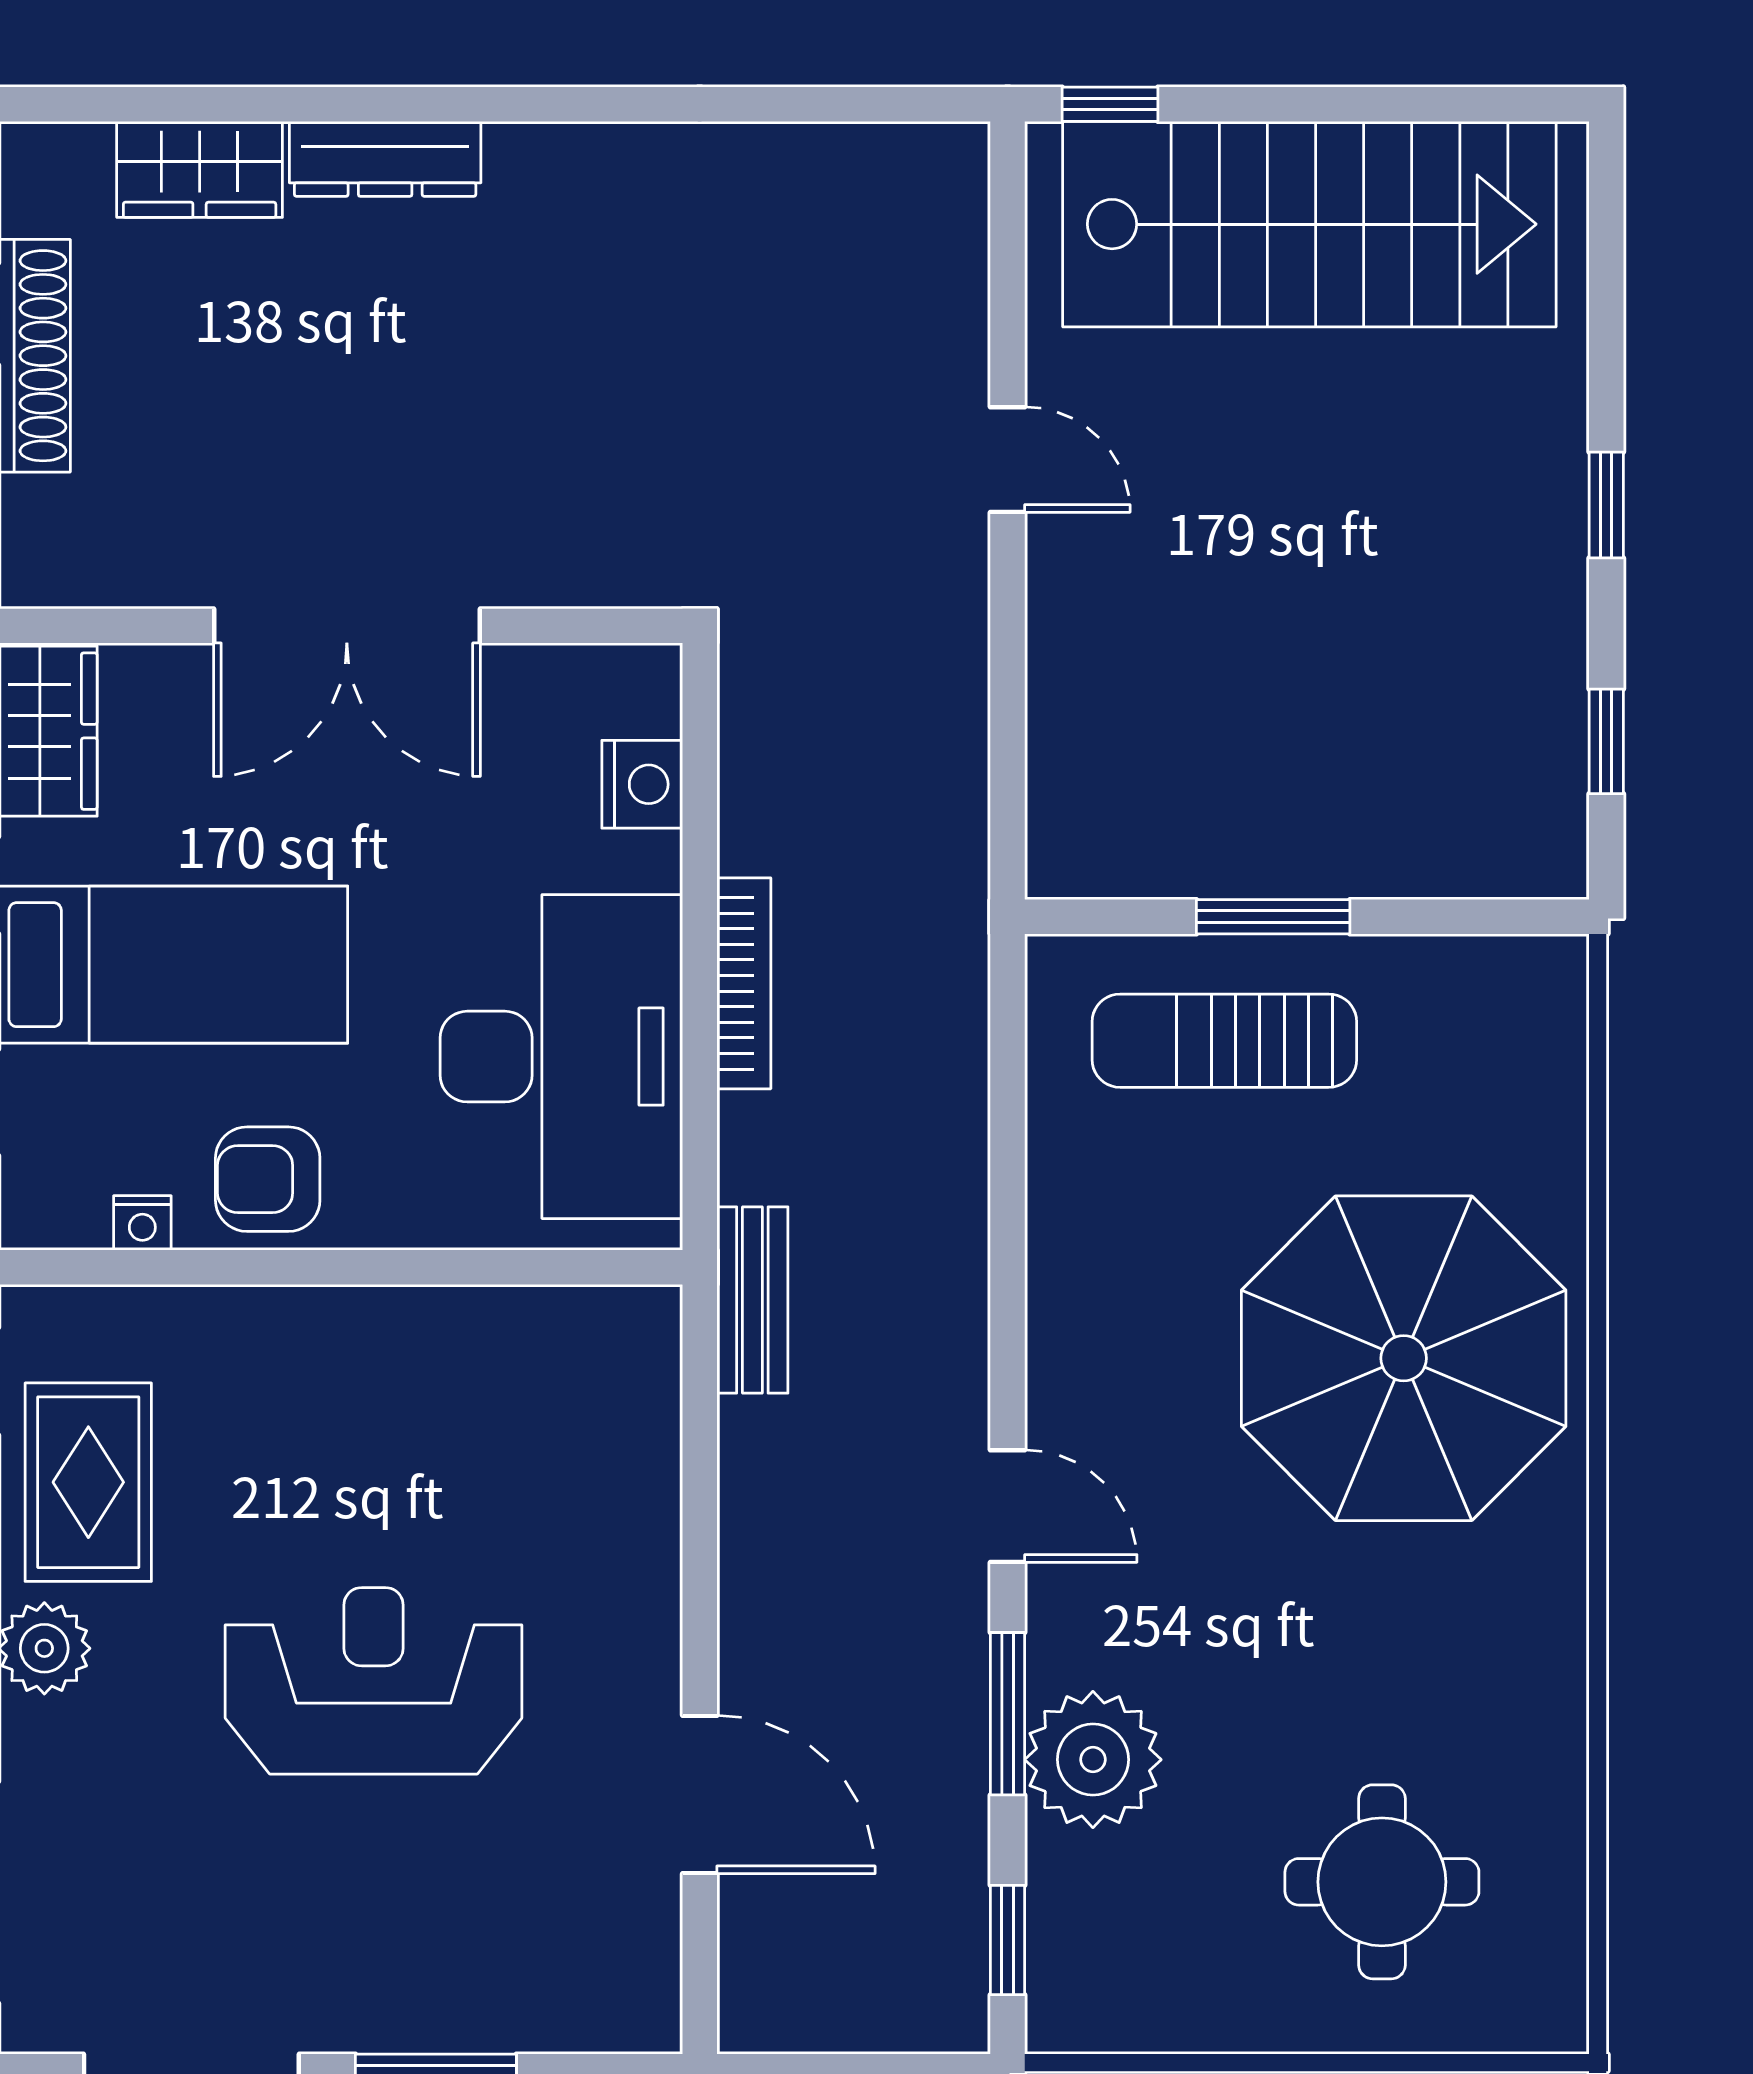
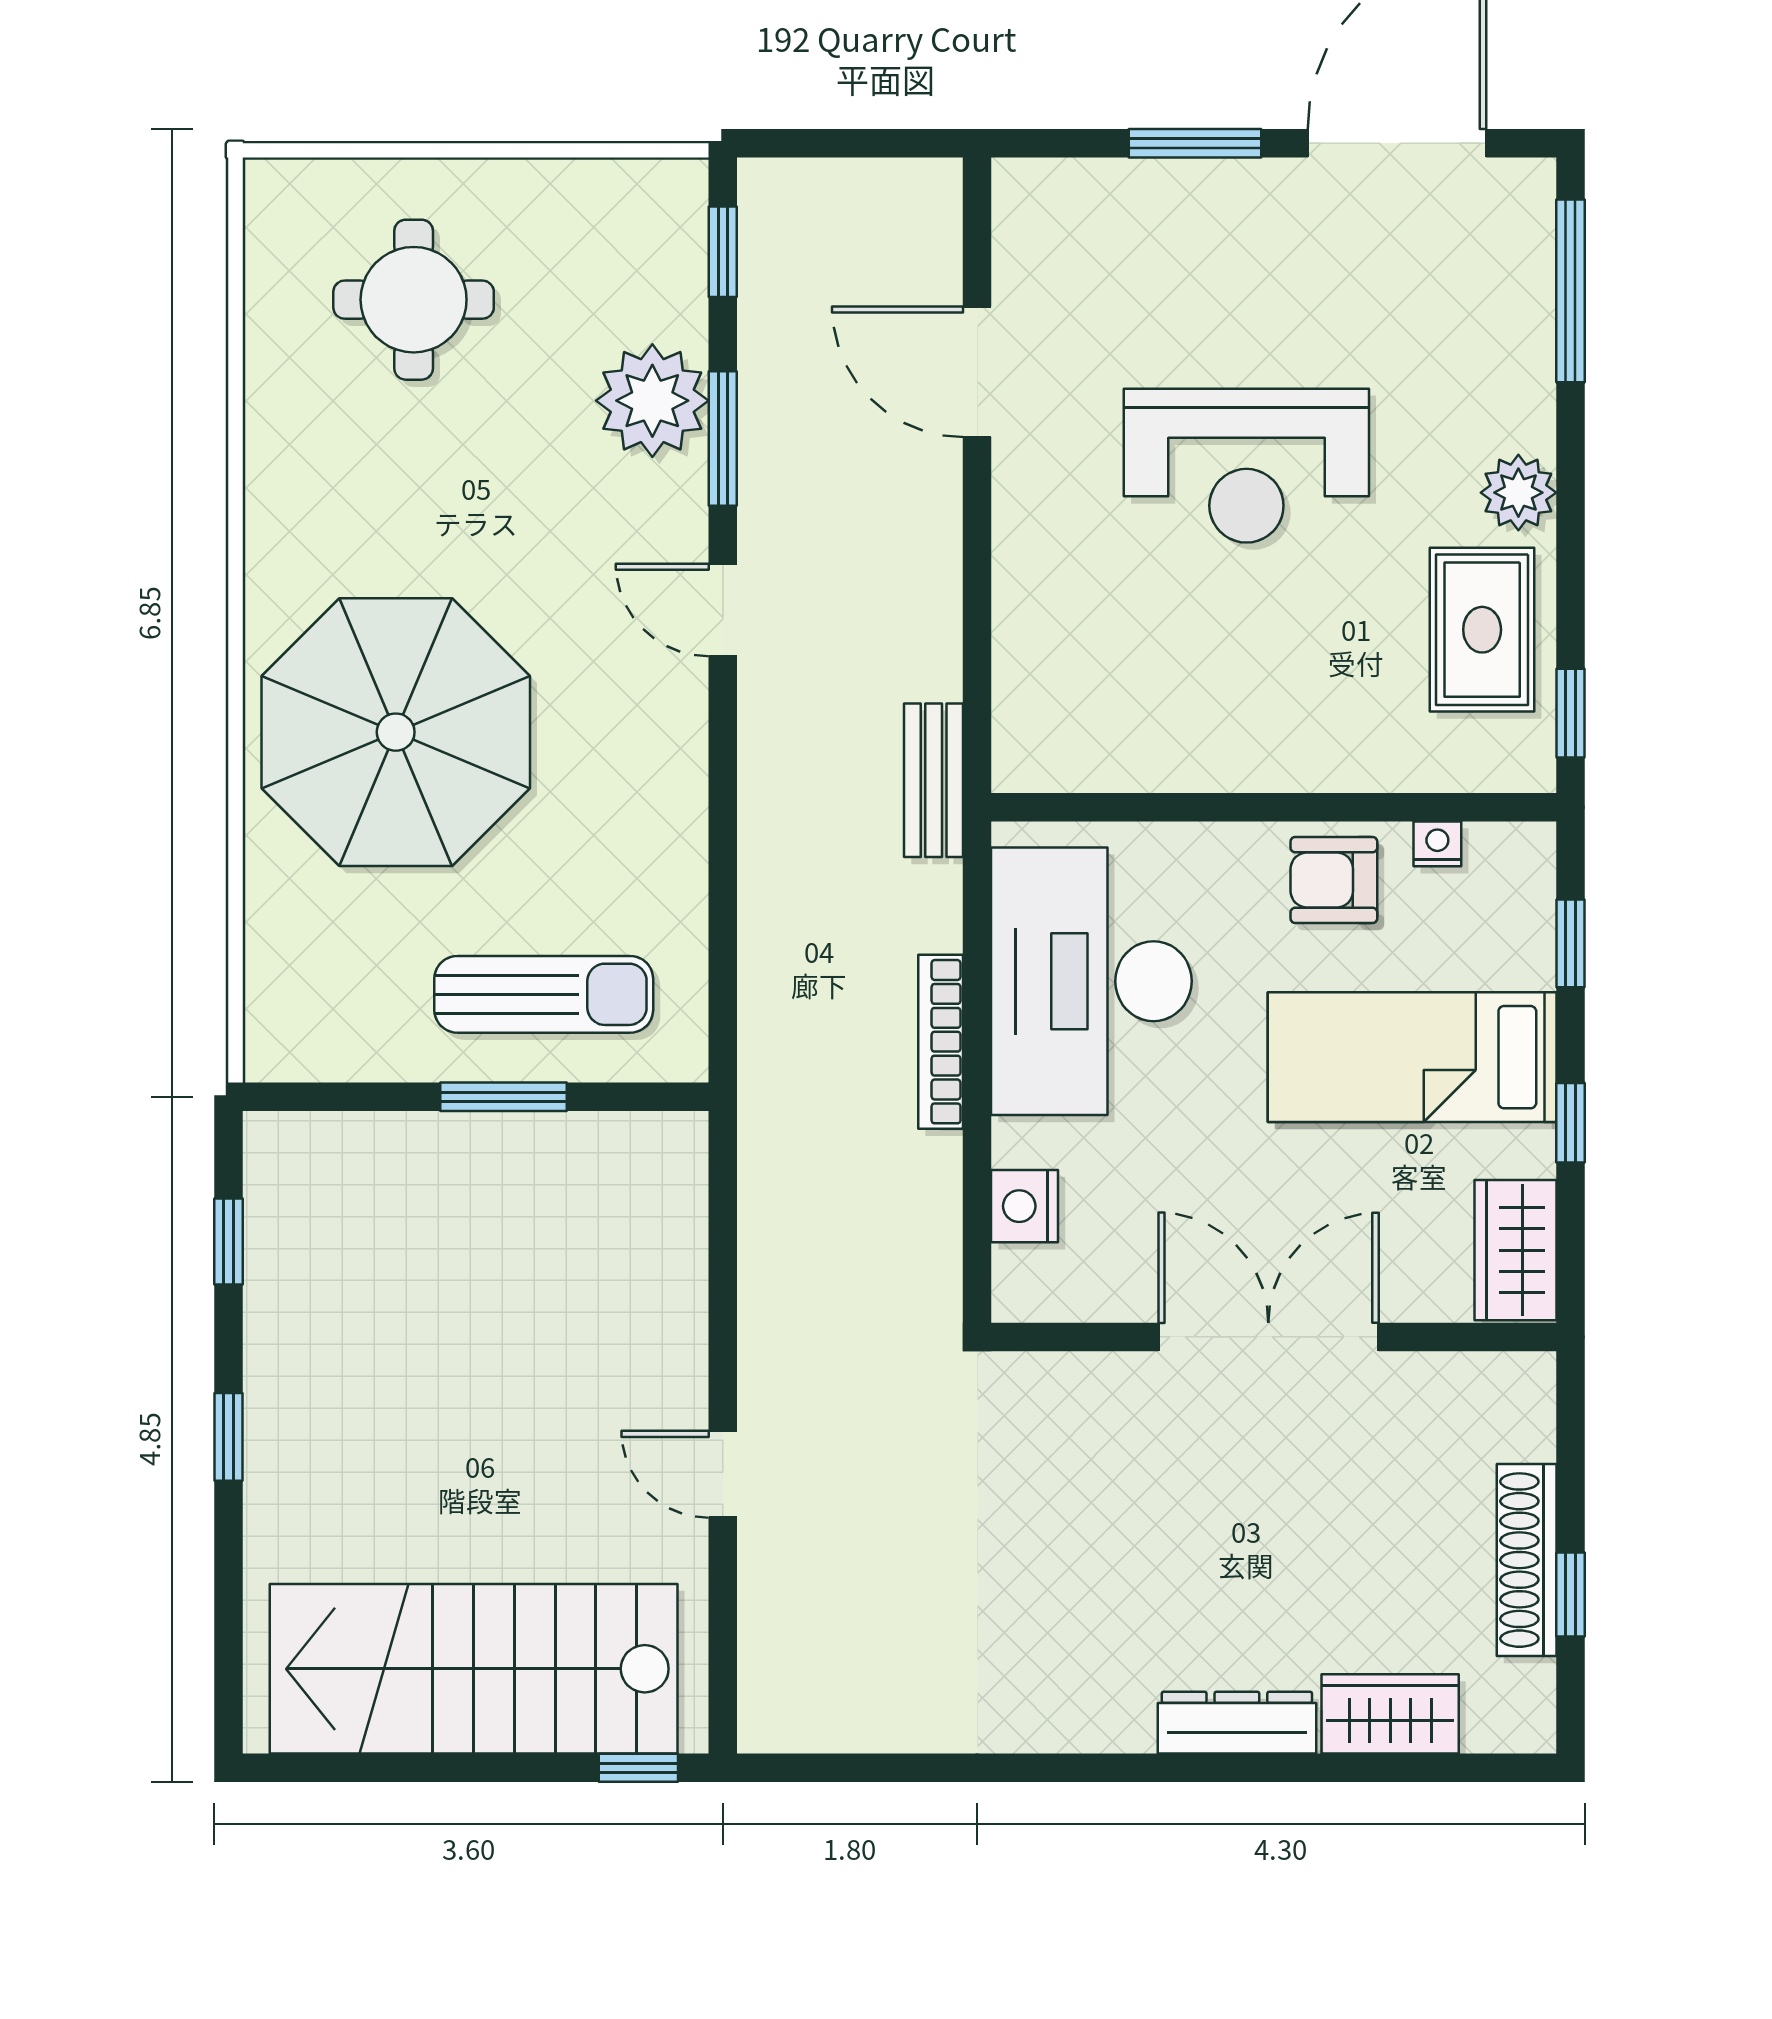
armchair: (268, 1179) -> (1334, 880), turned 180

